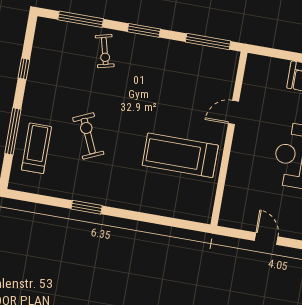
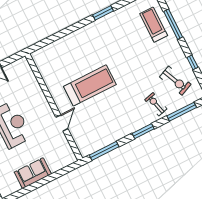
exercise bike: (88, 136) -> (175, 81), moved
treadmill: (36, 148) -> (154, 25), turned 180
treadmill: (180, 155) -> (90, 85), moved

